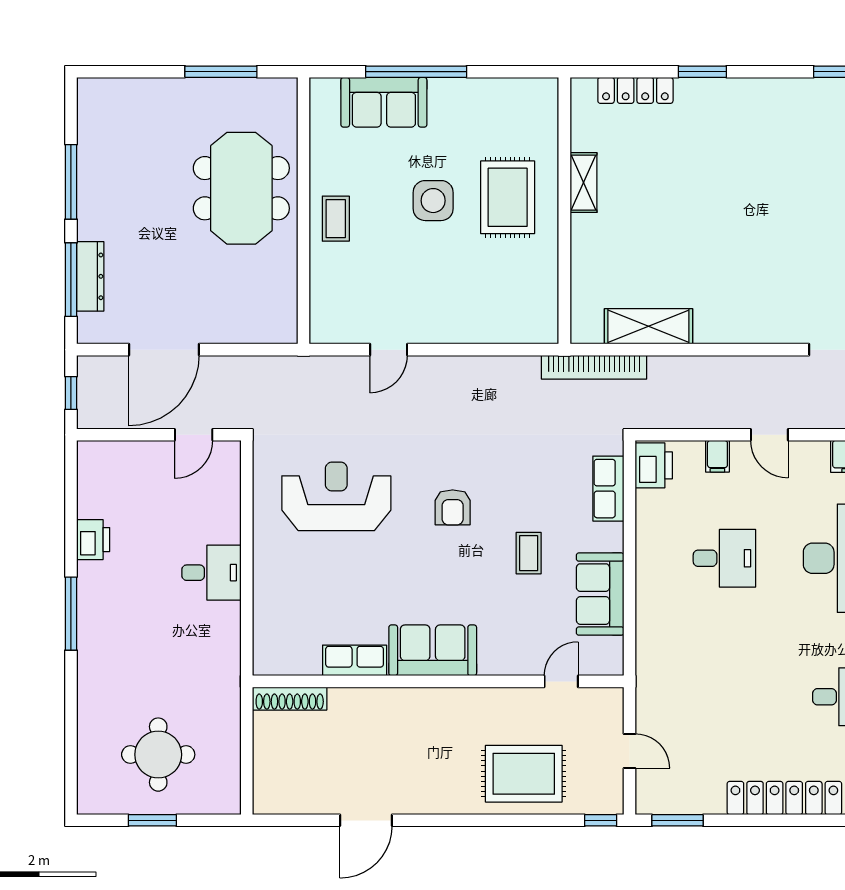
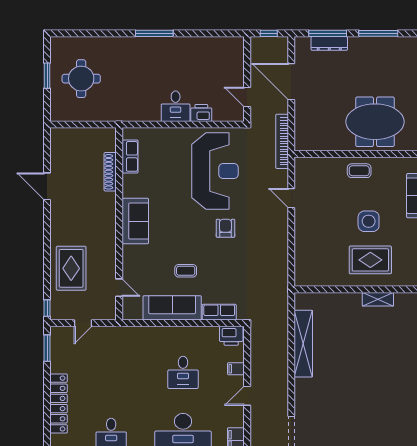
shelving: (648, 326) -> (303, 344), width x1.47
bookcase: (594, 367) -> (282, 141), moved
reception desk: (336, 496) -> (215, 171), width x1.36, depth x1.30
armchair: (453, 507) -> (225, 228), moved, turned 90
printer: (93, 540) -> (201, 113), moved, turned 180
sofa: (600, 594) -> (172, 308), width x1.36
row of seats: (355, 660) -> (130, 156), moved
shoe rack: (290, 699) -> (110, 172), moved

